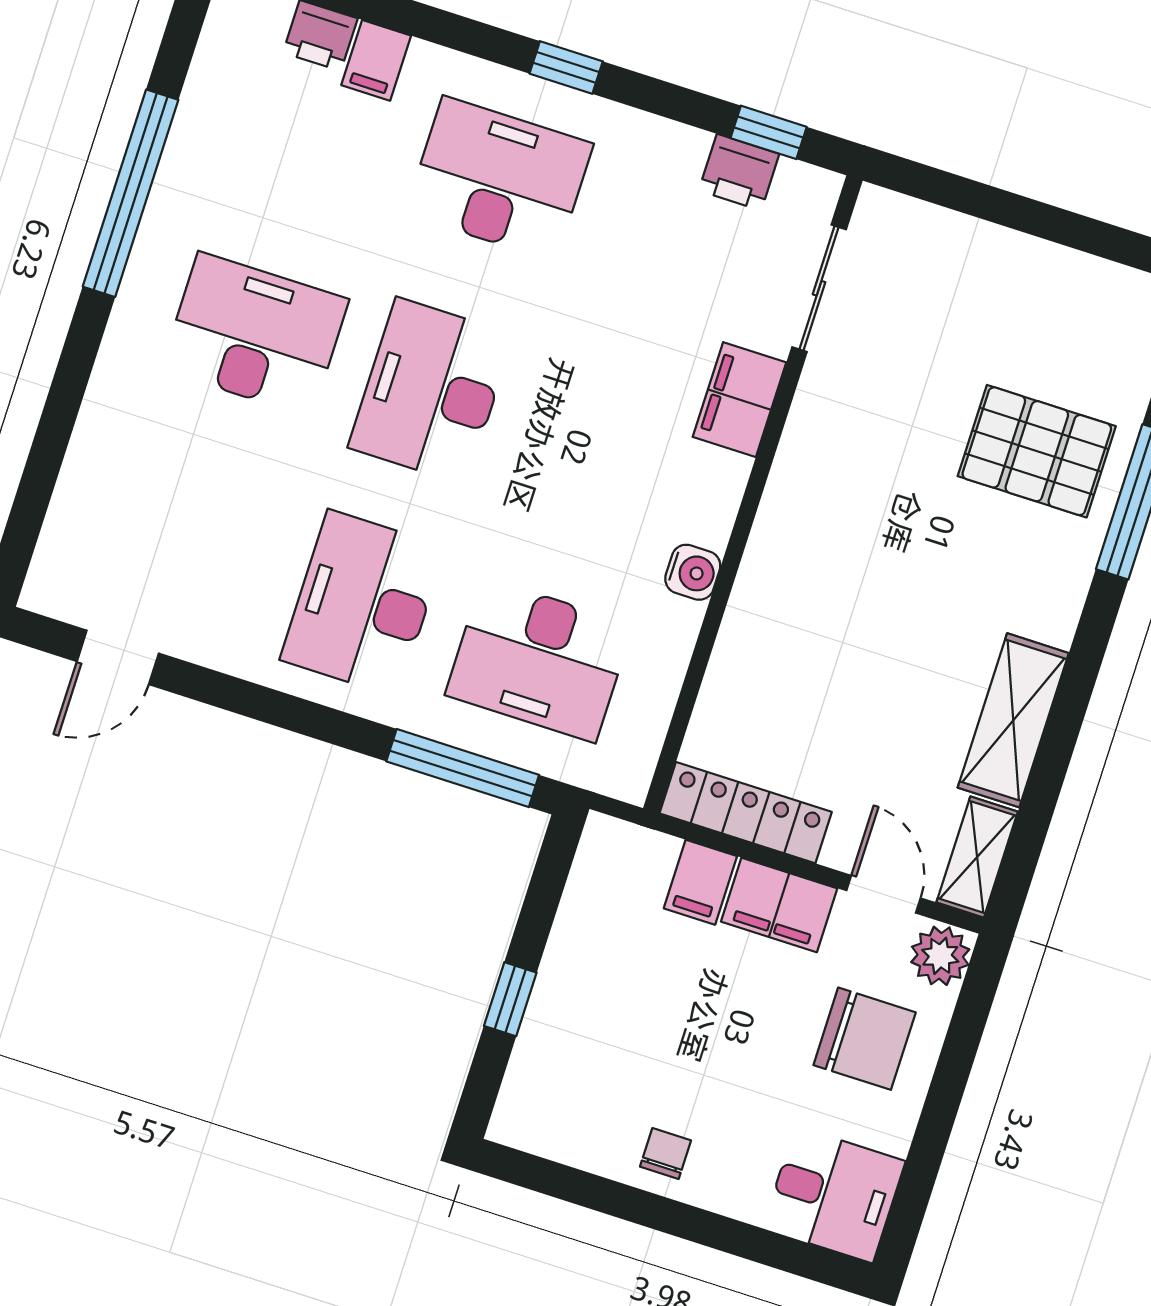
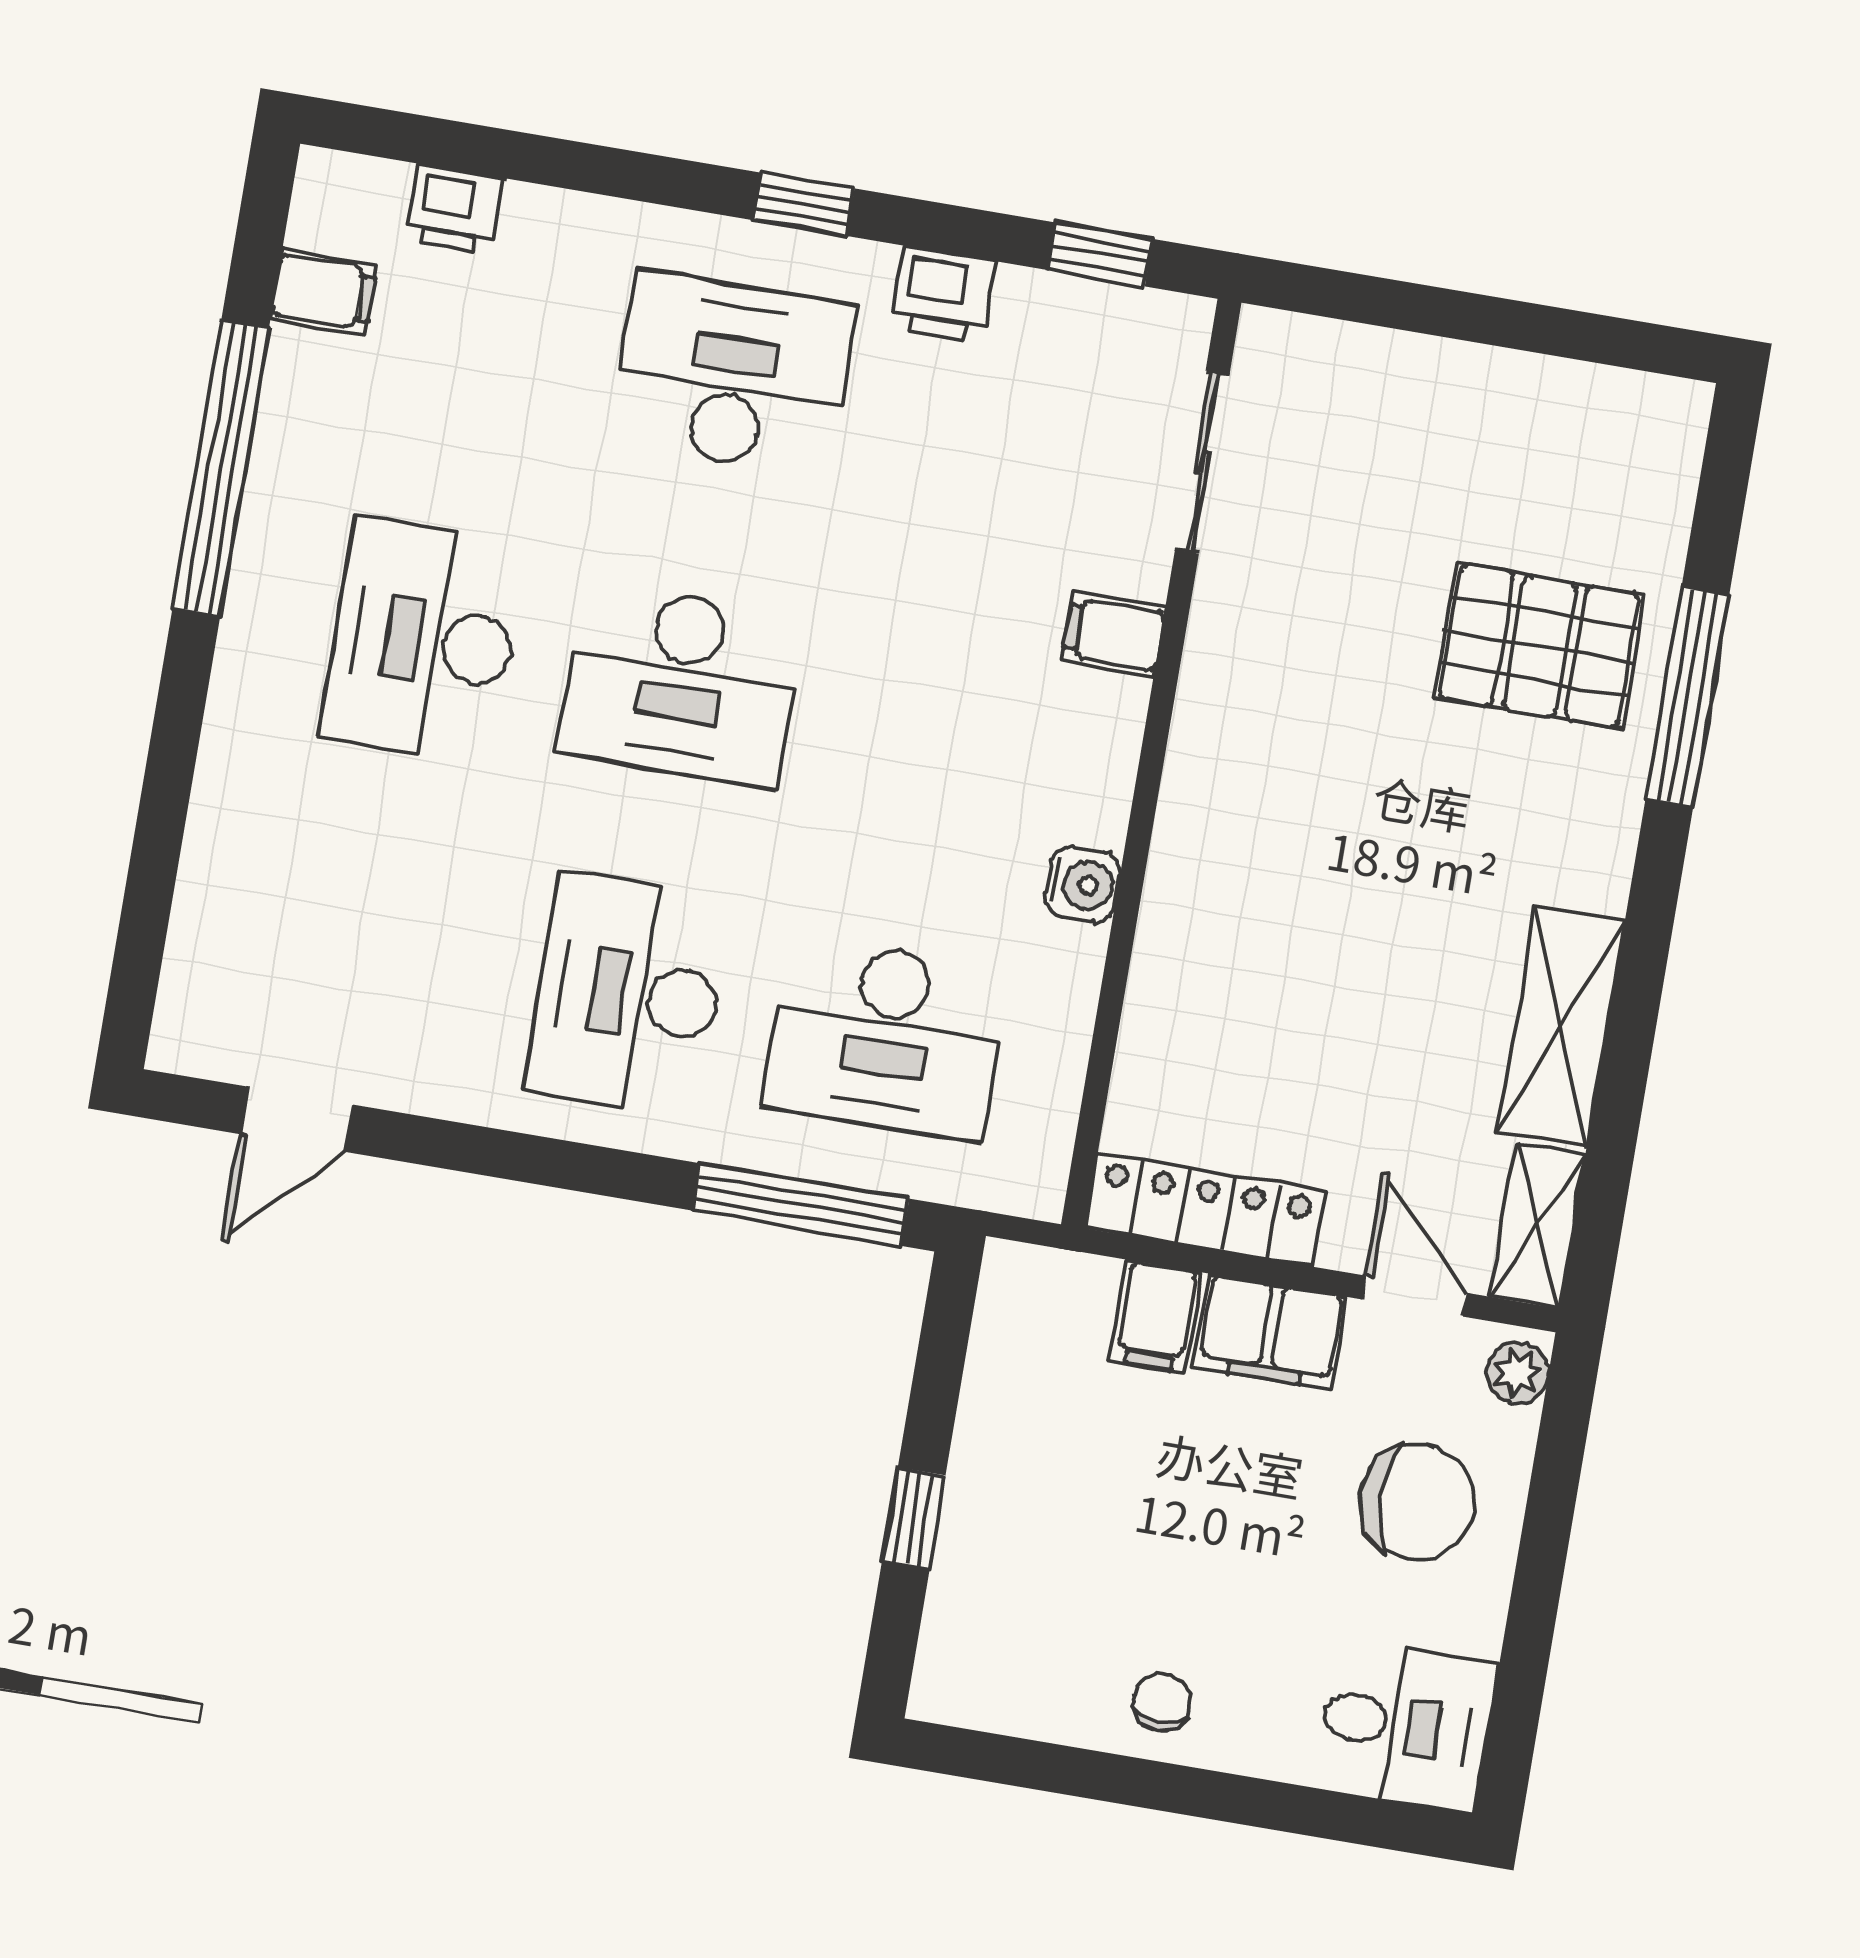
filing cabinet: (376, 60) -> (324, 292), moved, turned -90
printer: (739, 172) -> (944, 295), moved
desk: (255, 334) -> (423, 640), turned -90
desk: (431, 391) -> (681, 684), turned -90
filing cabinet: (739, 400) -> (1113, 634), width x0.50
plant: (940, 956) -> (1517, 1373), width x0.73, depth x0.73

